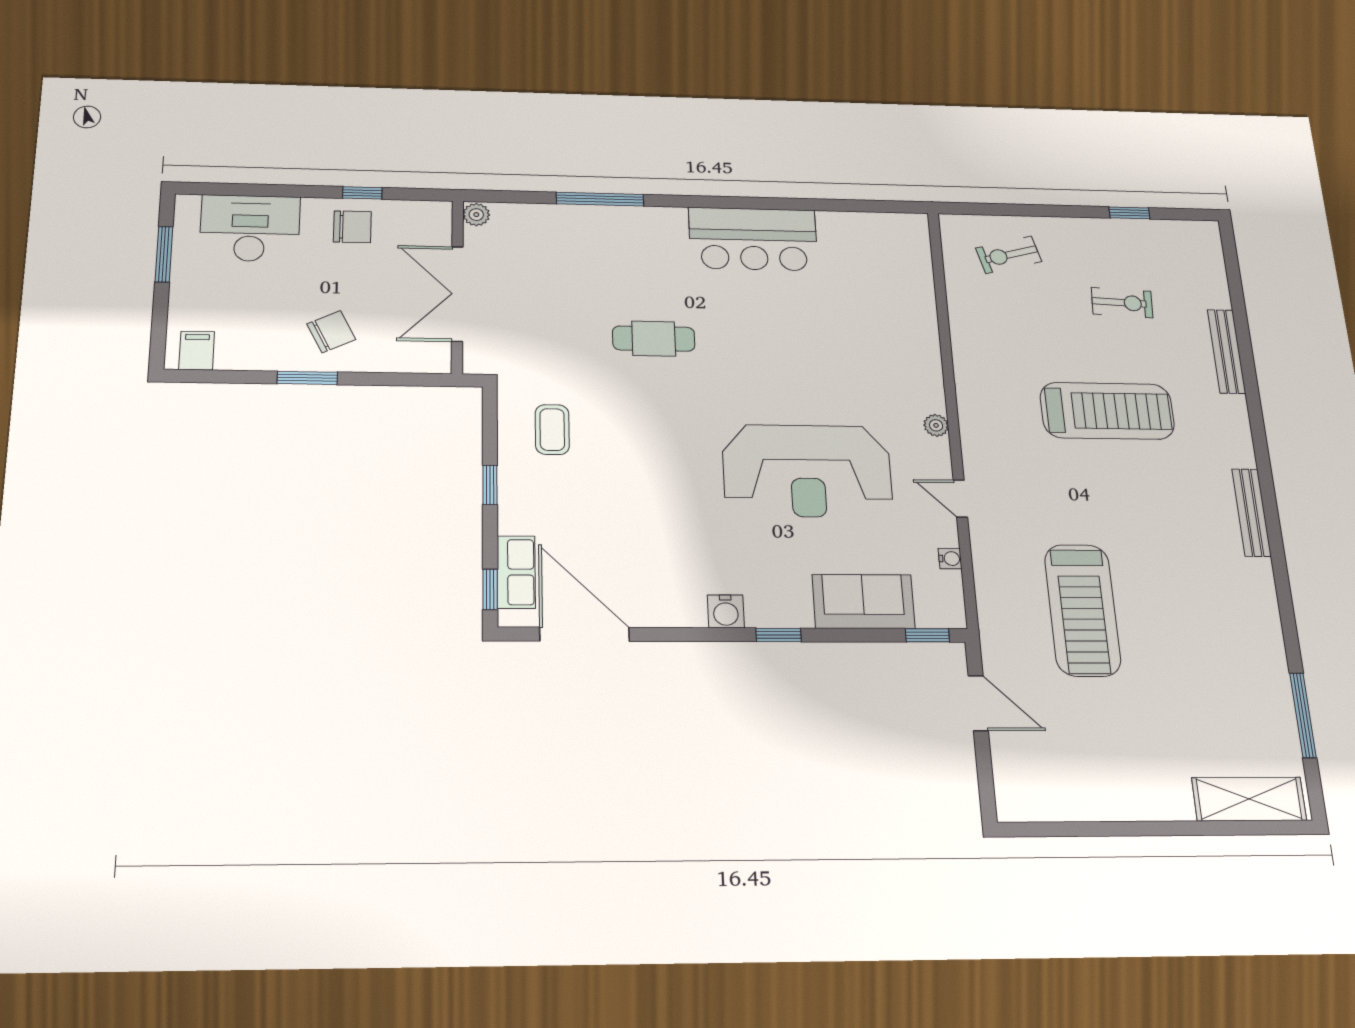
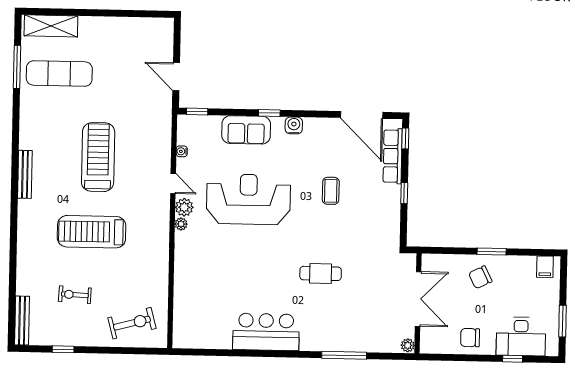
window: (362, 193) -> (513, 359), moved
exercise bike: (1009, 255) -> (132, 323), width x1.38, depth x1.39
bench: (1226, 351) -> (22, 321), moved
coffee table: (552, 430) -> (331, 191), moved
plant: (933, 455) -> (184, 207), added
row of seats: (516, 572) -> (393, 156), width x1.48
sofa: (863, 601) -> (246, 130), moved
treadmill: (1083, 610) -> (98, 157), moved
exercise mat: (1216, 704) -> (59, 74), added

